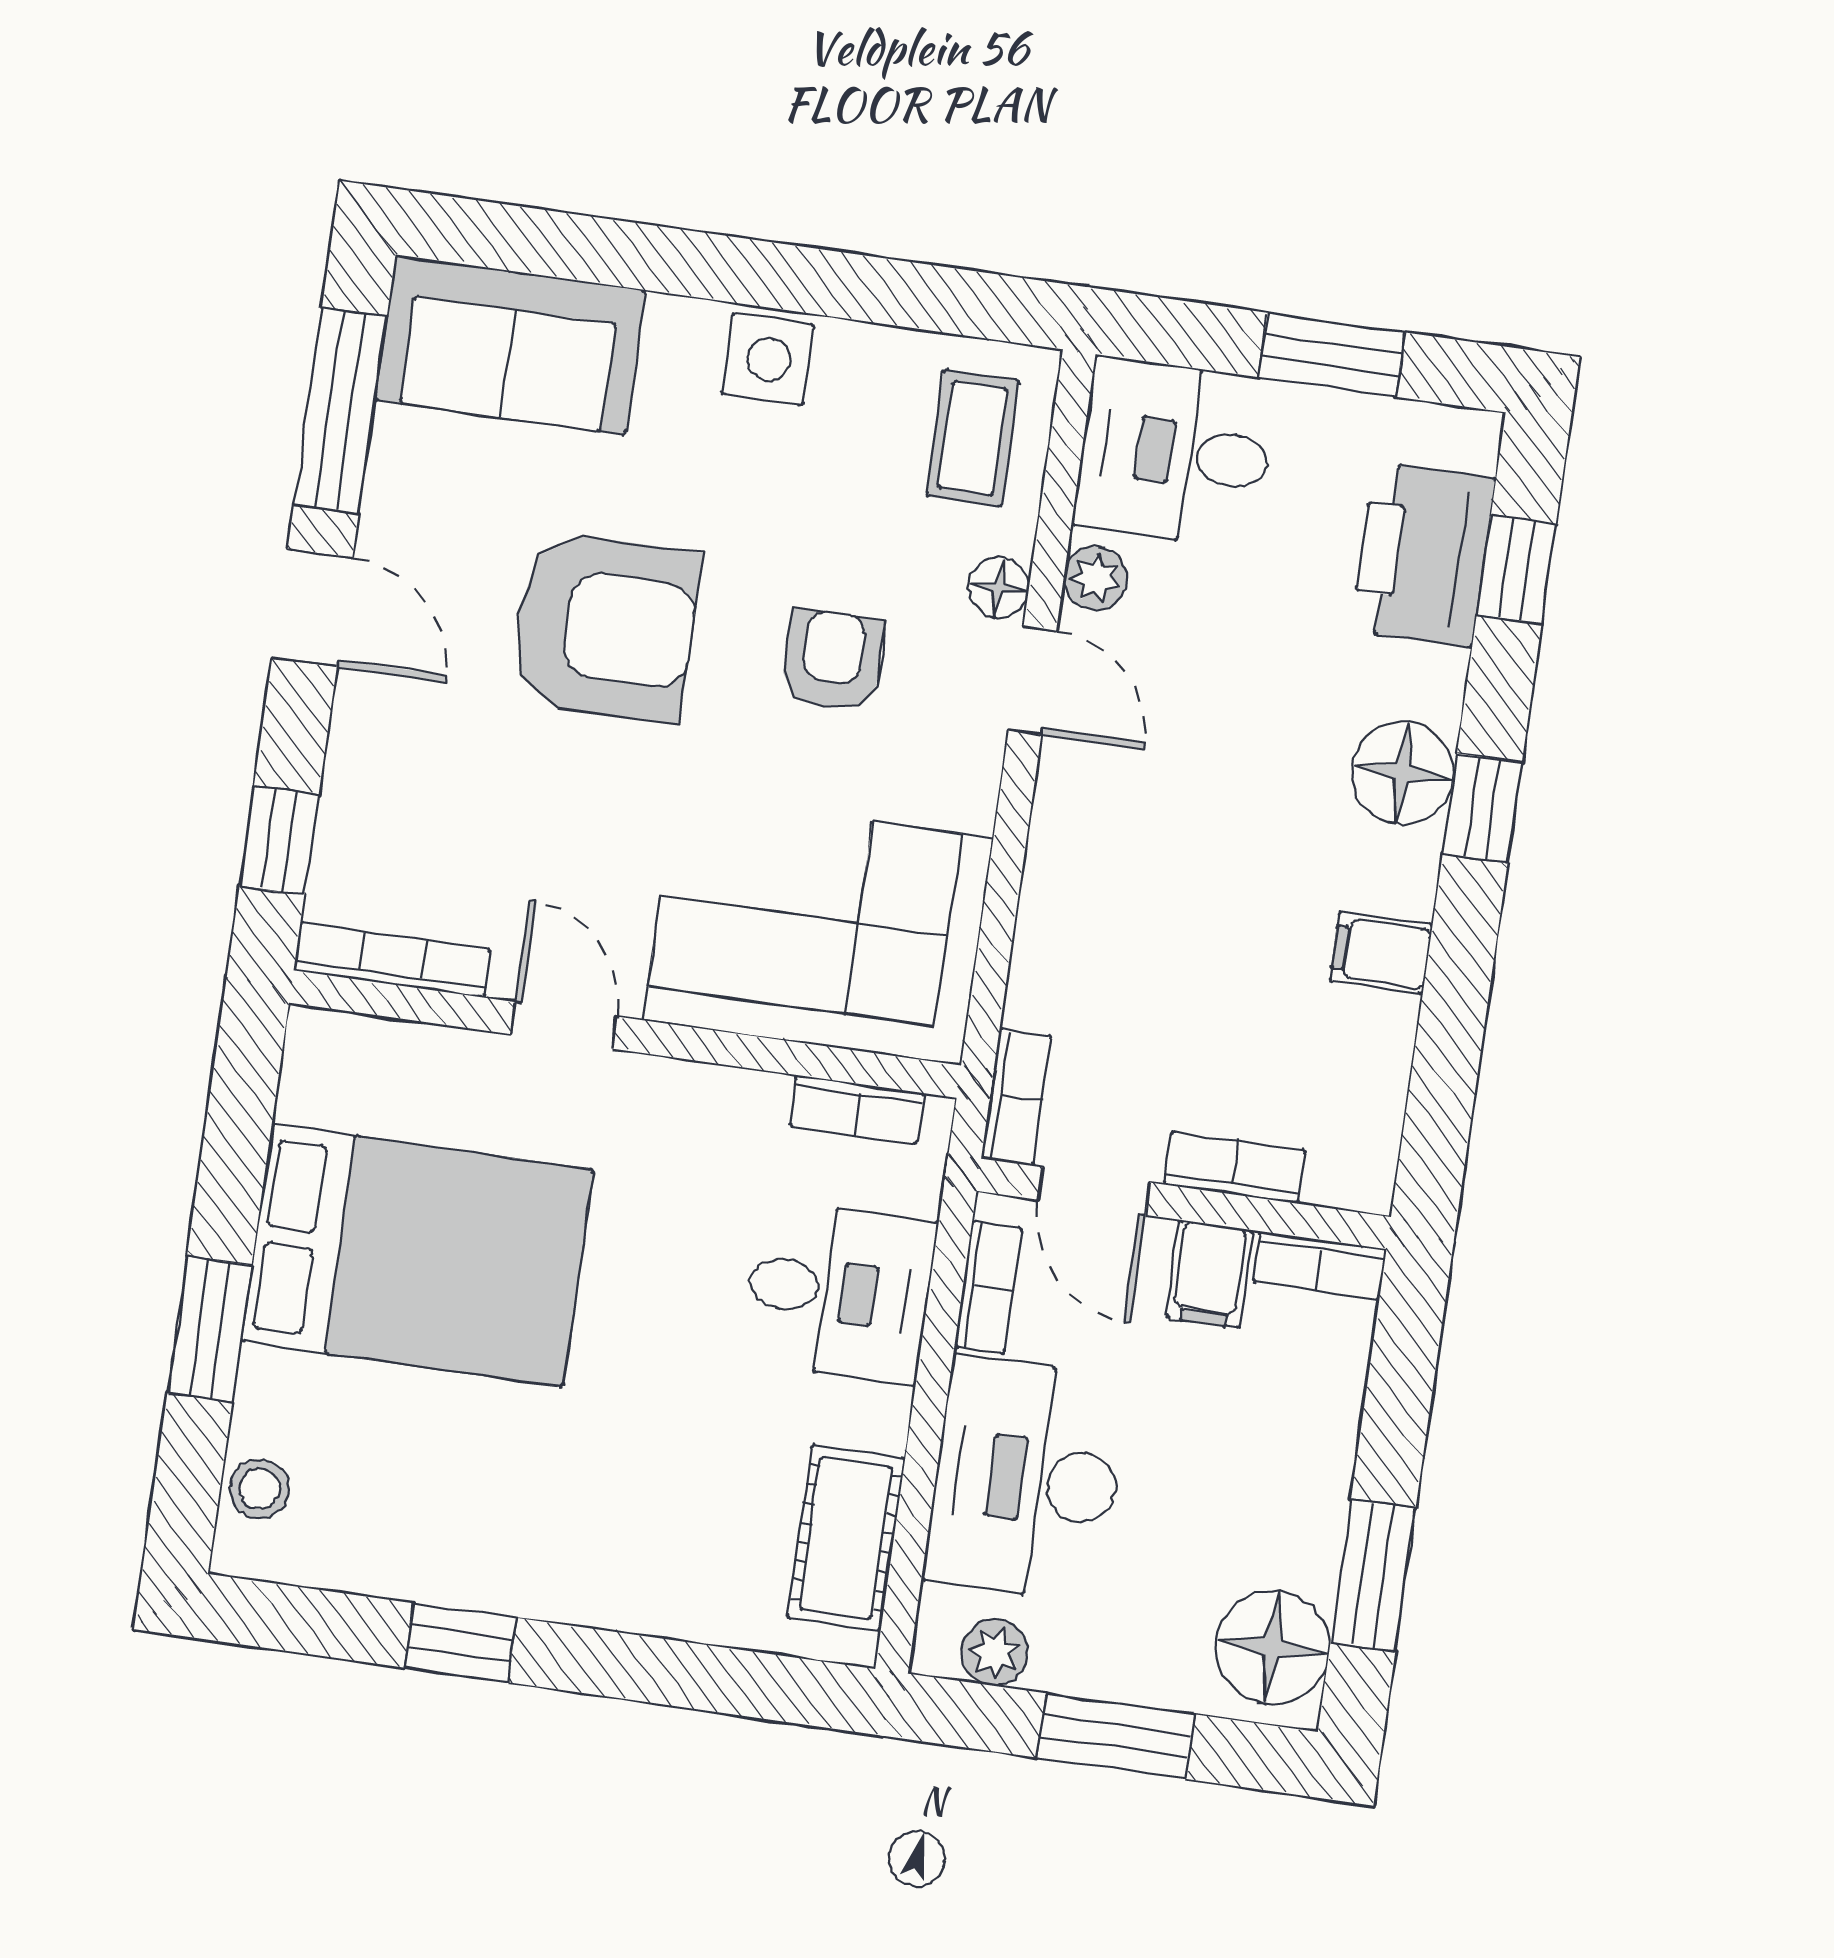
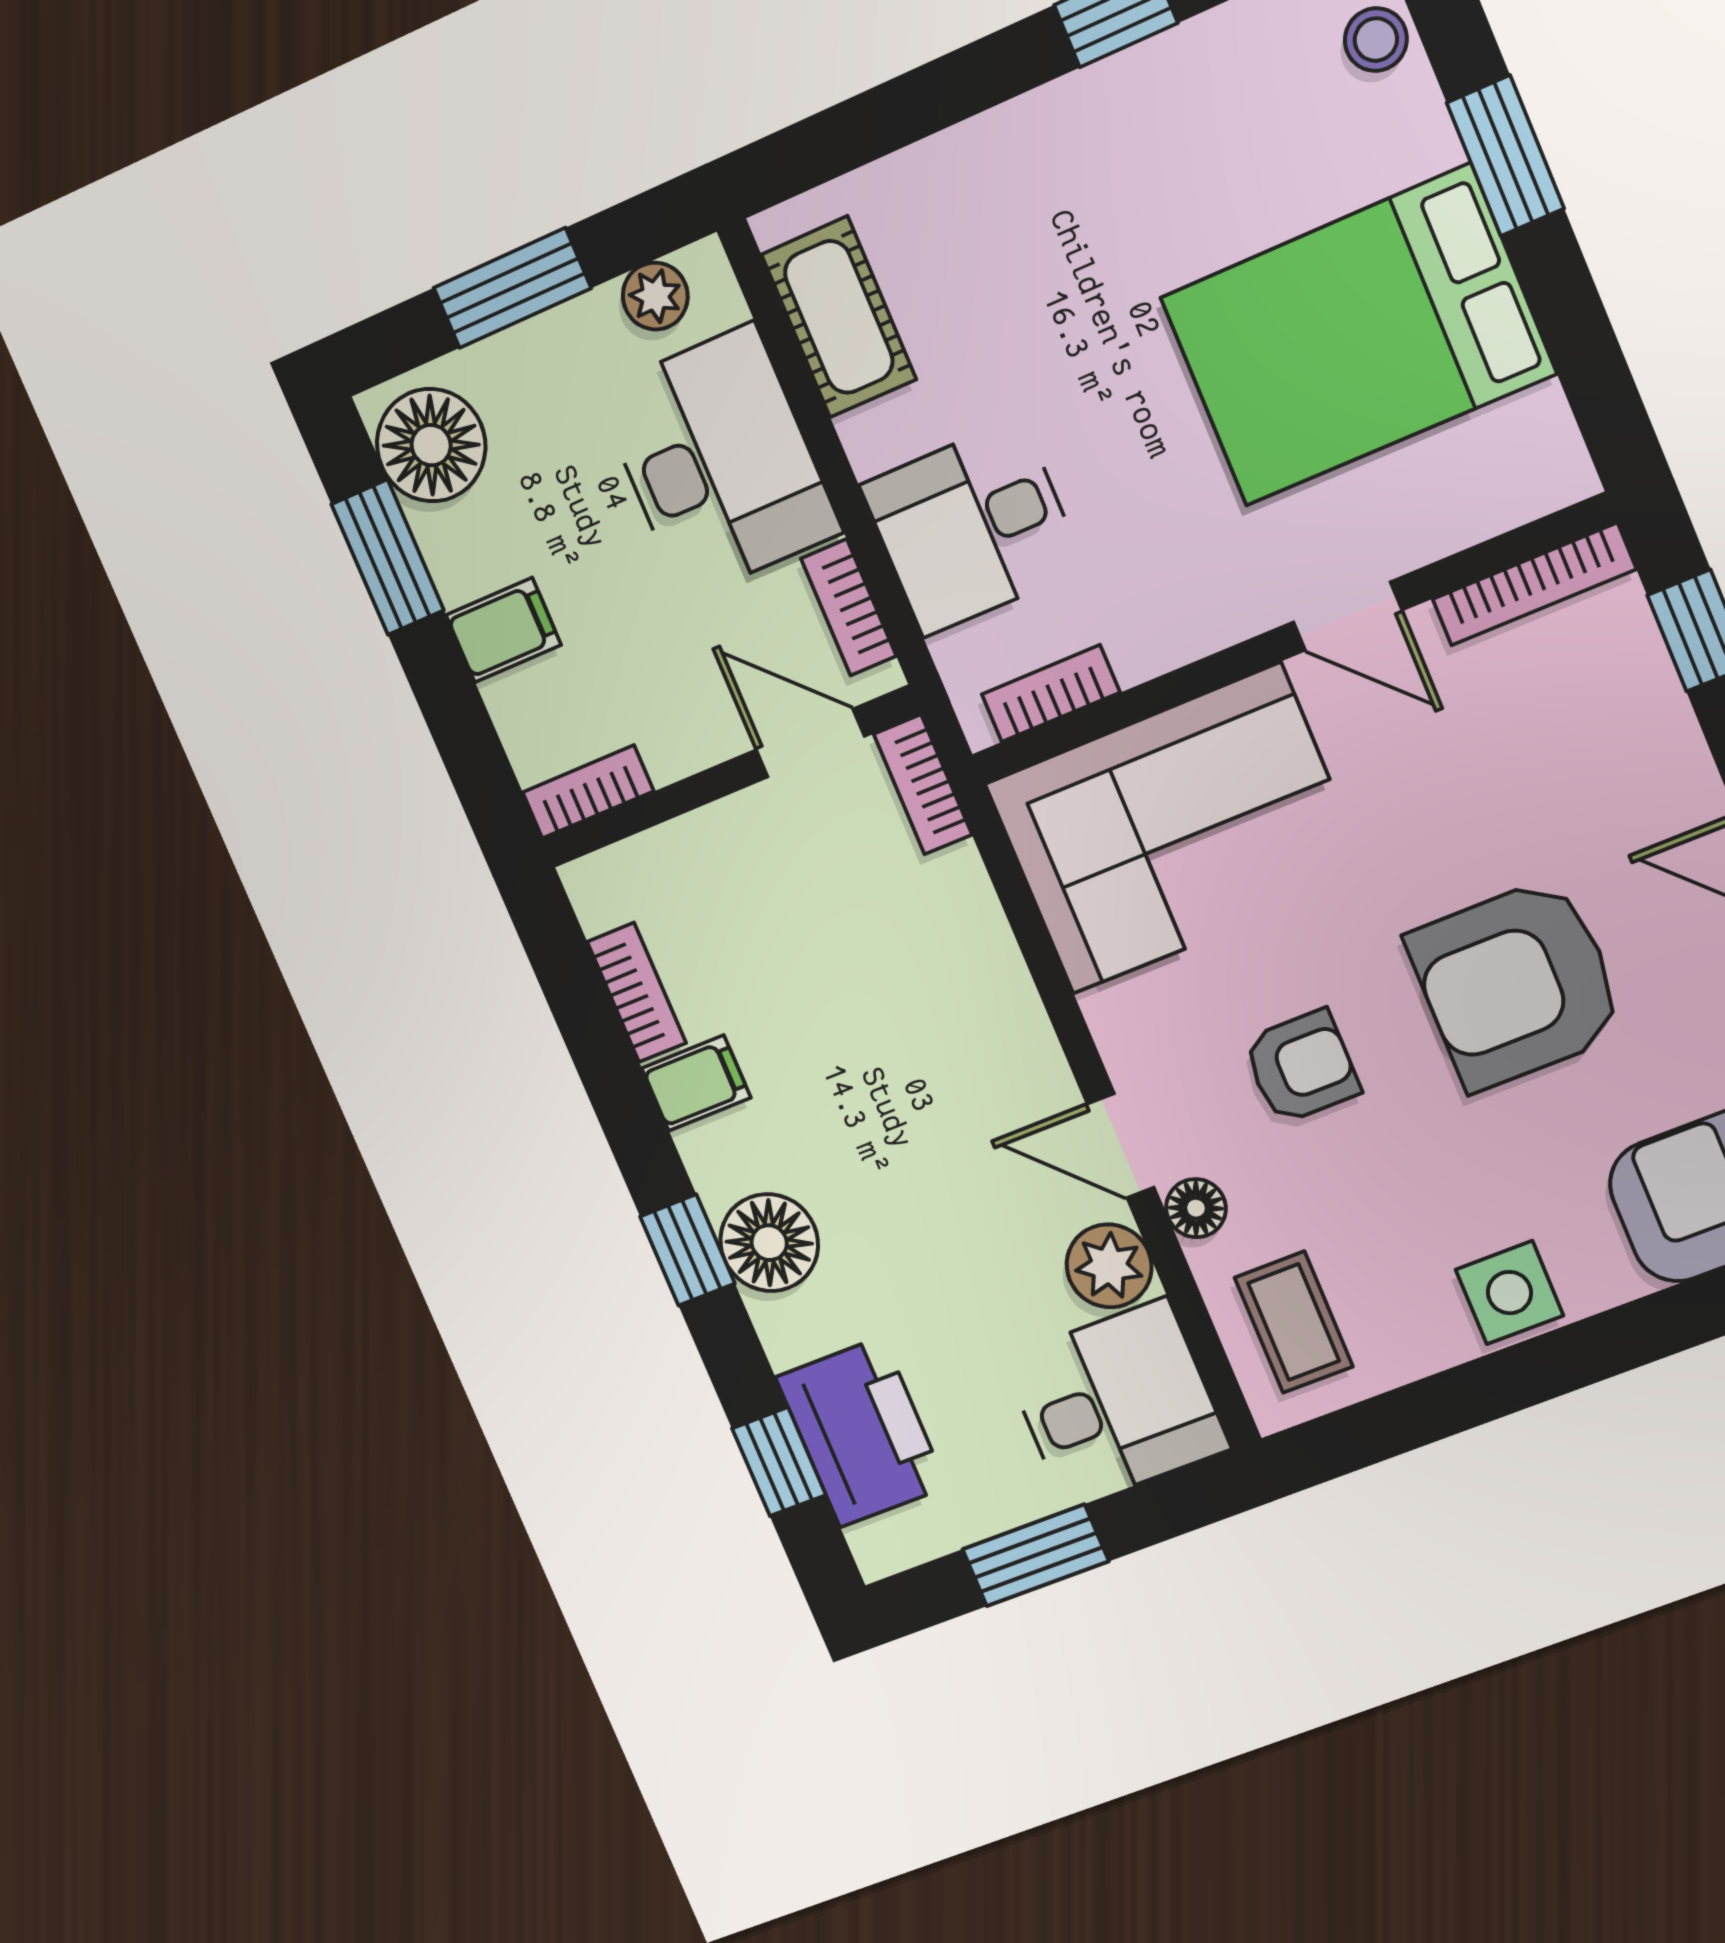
plant: (1095, 578) -> (1109, 1266), width x1.38, depth x1.38
armchair: (832, 660) -> (1301, 1067), turned -90
bookcase: (1235, 1167) -> (637, 992), moved, turned -90
filing cabinet: (1209, 1274) -> (503, 630), moved, turned 90

